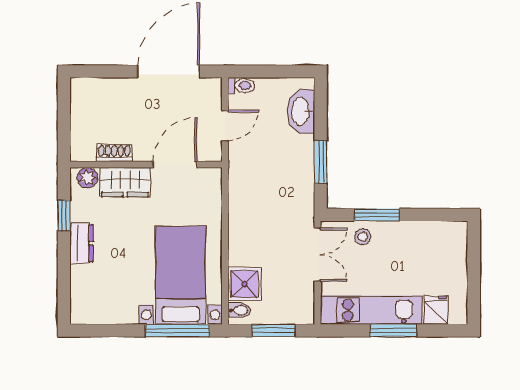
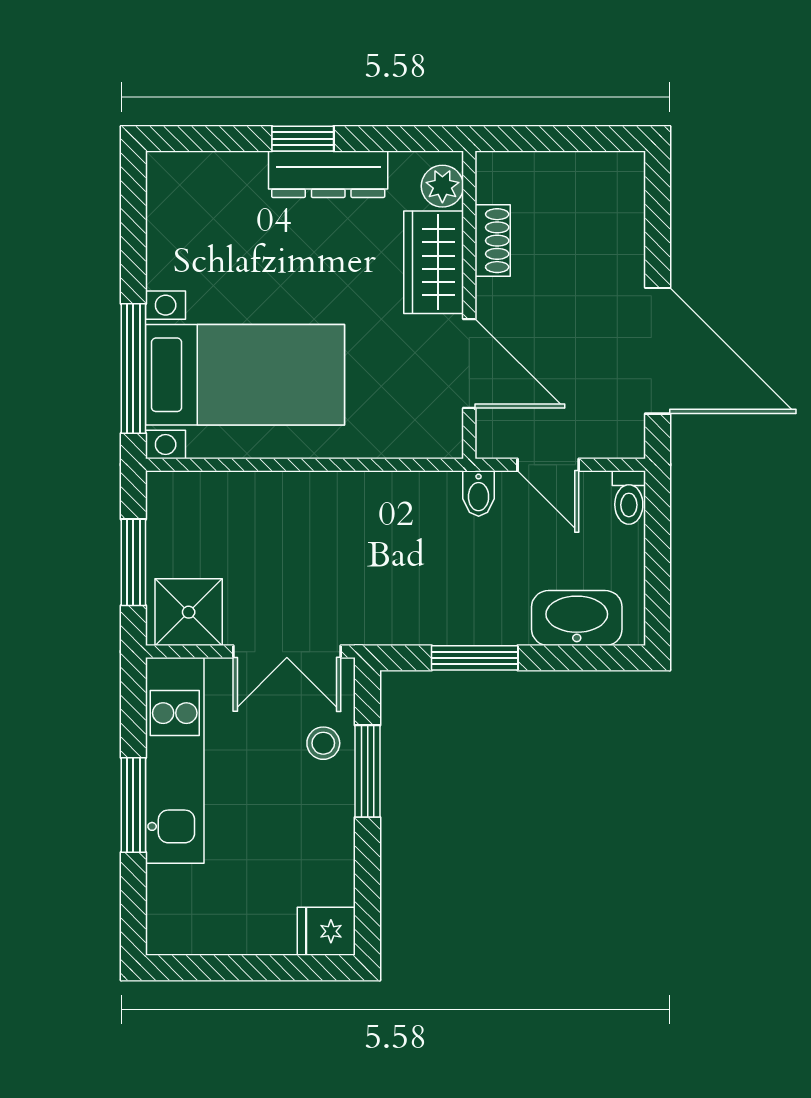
window: (64, 215) -> (303, 139), moved
dresser: (82, 243) -> (328, 174), width x1.44
shower: (245, 284) -> (189, 612), moved
bidet: (239, 310) -> (479, 493), moved
fridge: (436, 310) -> (326, 931), moved, turned 180

